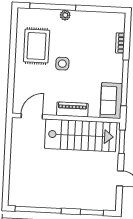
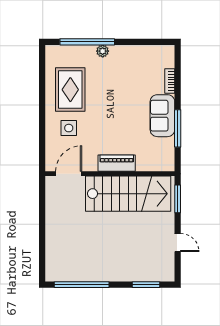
side table: (62, 64) -> (69, 128), moved
window: (125, 83) -> (178, 128), width x0.68
sofa: (111, 101) -> (162, 116), moved

